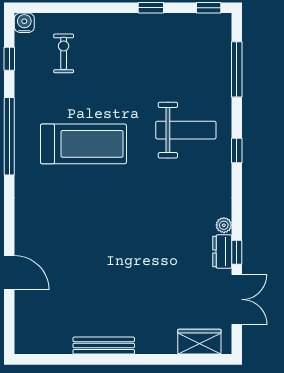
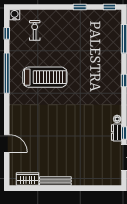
weight bench: (186, 130) -> (98, 70), removed
wardrobe: (199, 342) -> (28, 179), moved

